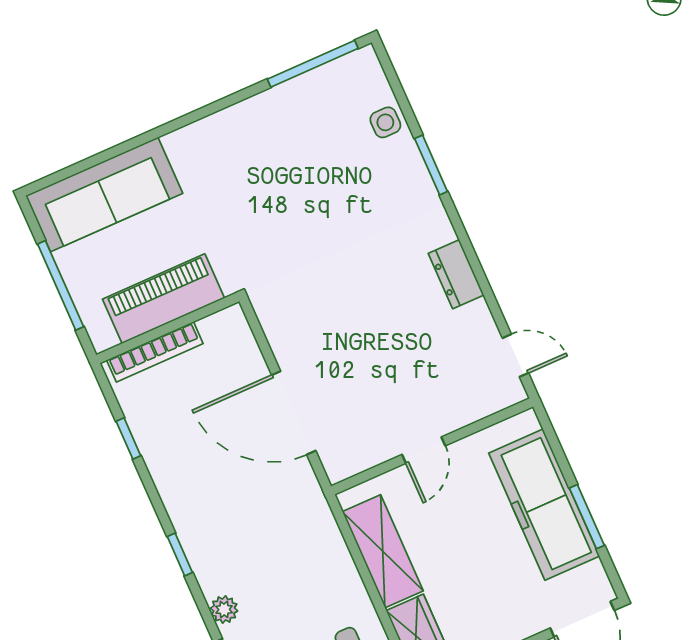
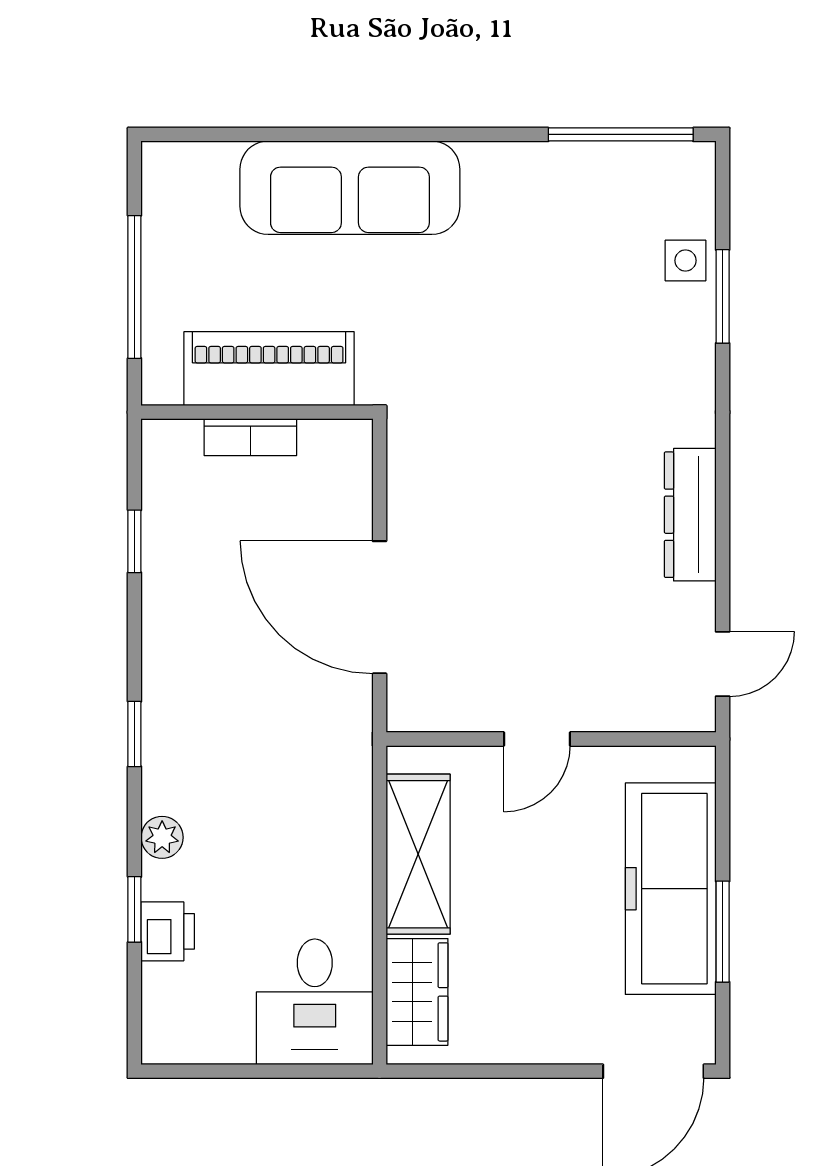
window: (431, 165) -> (723, 296), moved
sofa: (104, 195) -> (350, 188), moved
dresser: (456, 274) -> (690, 515), width x1.44
bookcase: (155, 352) -> (250, 437), width x0.64
door: (515, 355) -> (723, 664), hinge flipped

